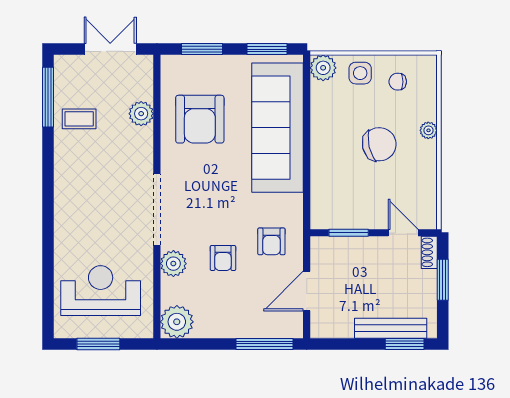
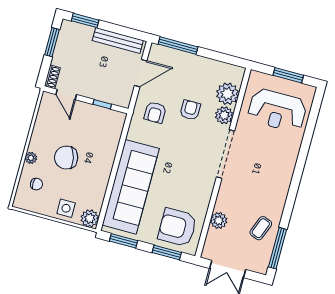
chair: (398, 82) -> (36, 184), moved
coffee table: (79, 119) -> (261, 228), turned -69
armchair: (200, 119) -> (177, 227), moved, turned -90
window: (349, 233) -> (102, 104), width x0.67
armchair: (271, 241) -> (155, 112), turned 180
window: (443, 280) -> (52, 42), moved
plant: (177, 322) -> (227, 94), moved
bench: (391, 328) -> (118, 40), moved

